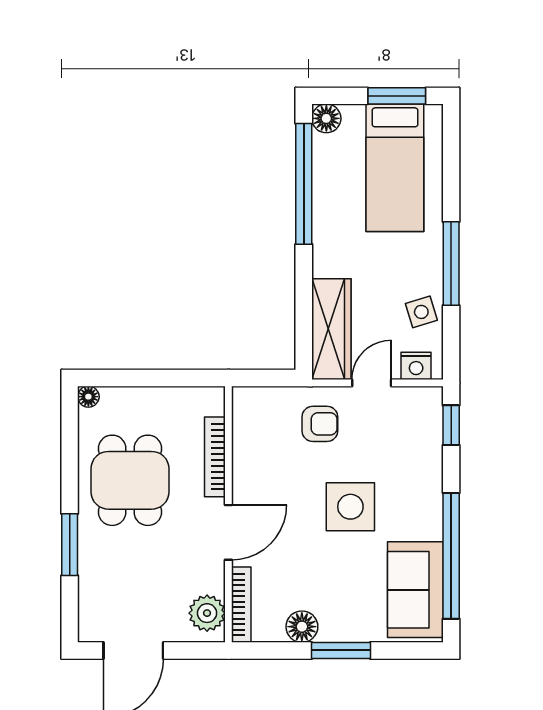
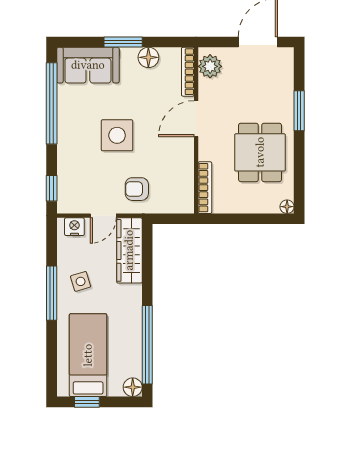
window: (397, 96) -> (87, 402), width x0.67
side table: (421, 312) -> (81, 281), moved
bookcase: (215, 457) -> (205, 188), moved
sofa: (415, 590) -> (88, 65), moved, turned 90

